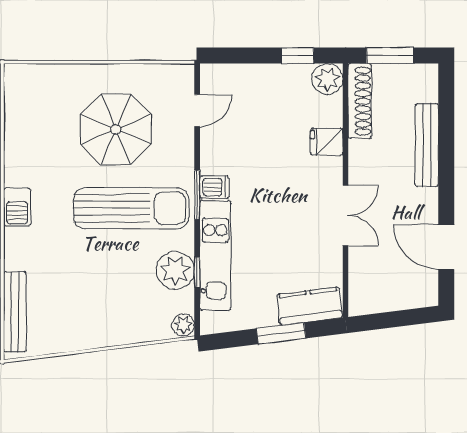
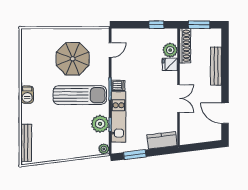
plant: (327, 79) -> (170, 50), moved
window: (281, 333) -> (135, 155), moved

